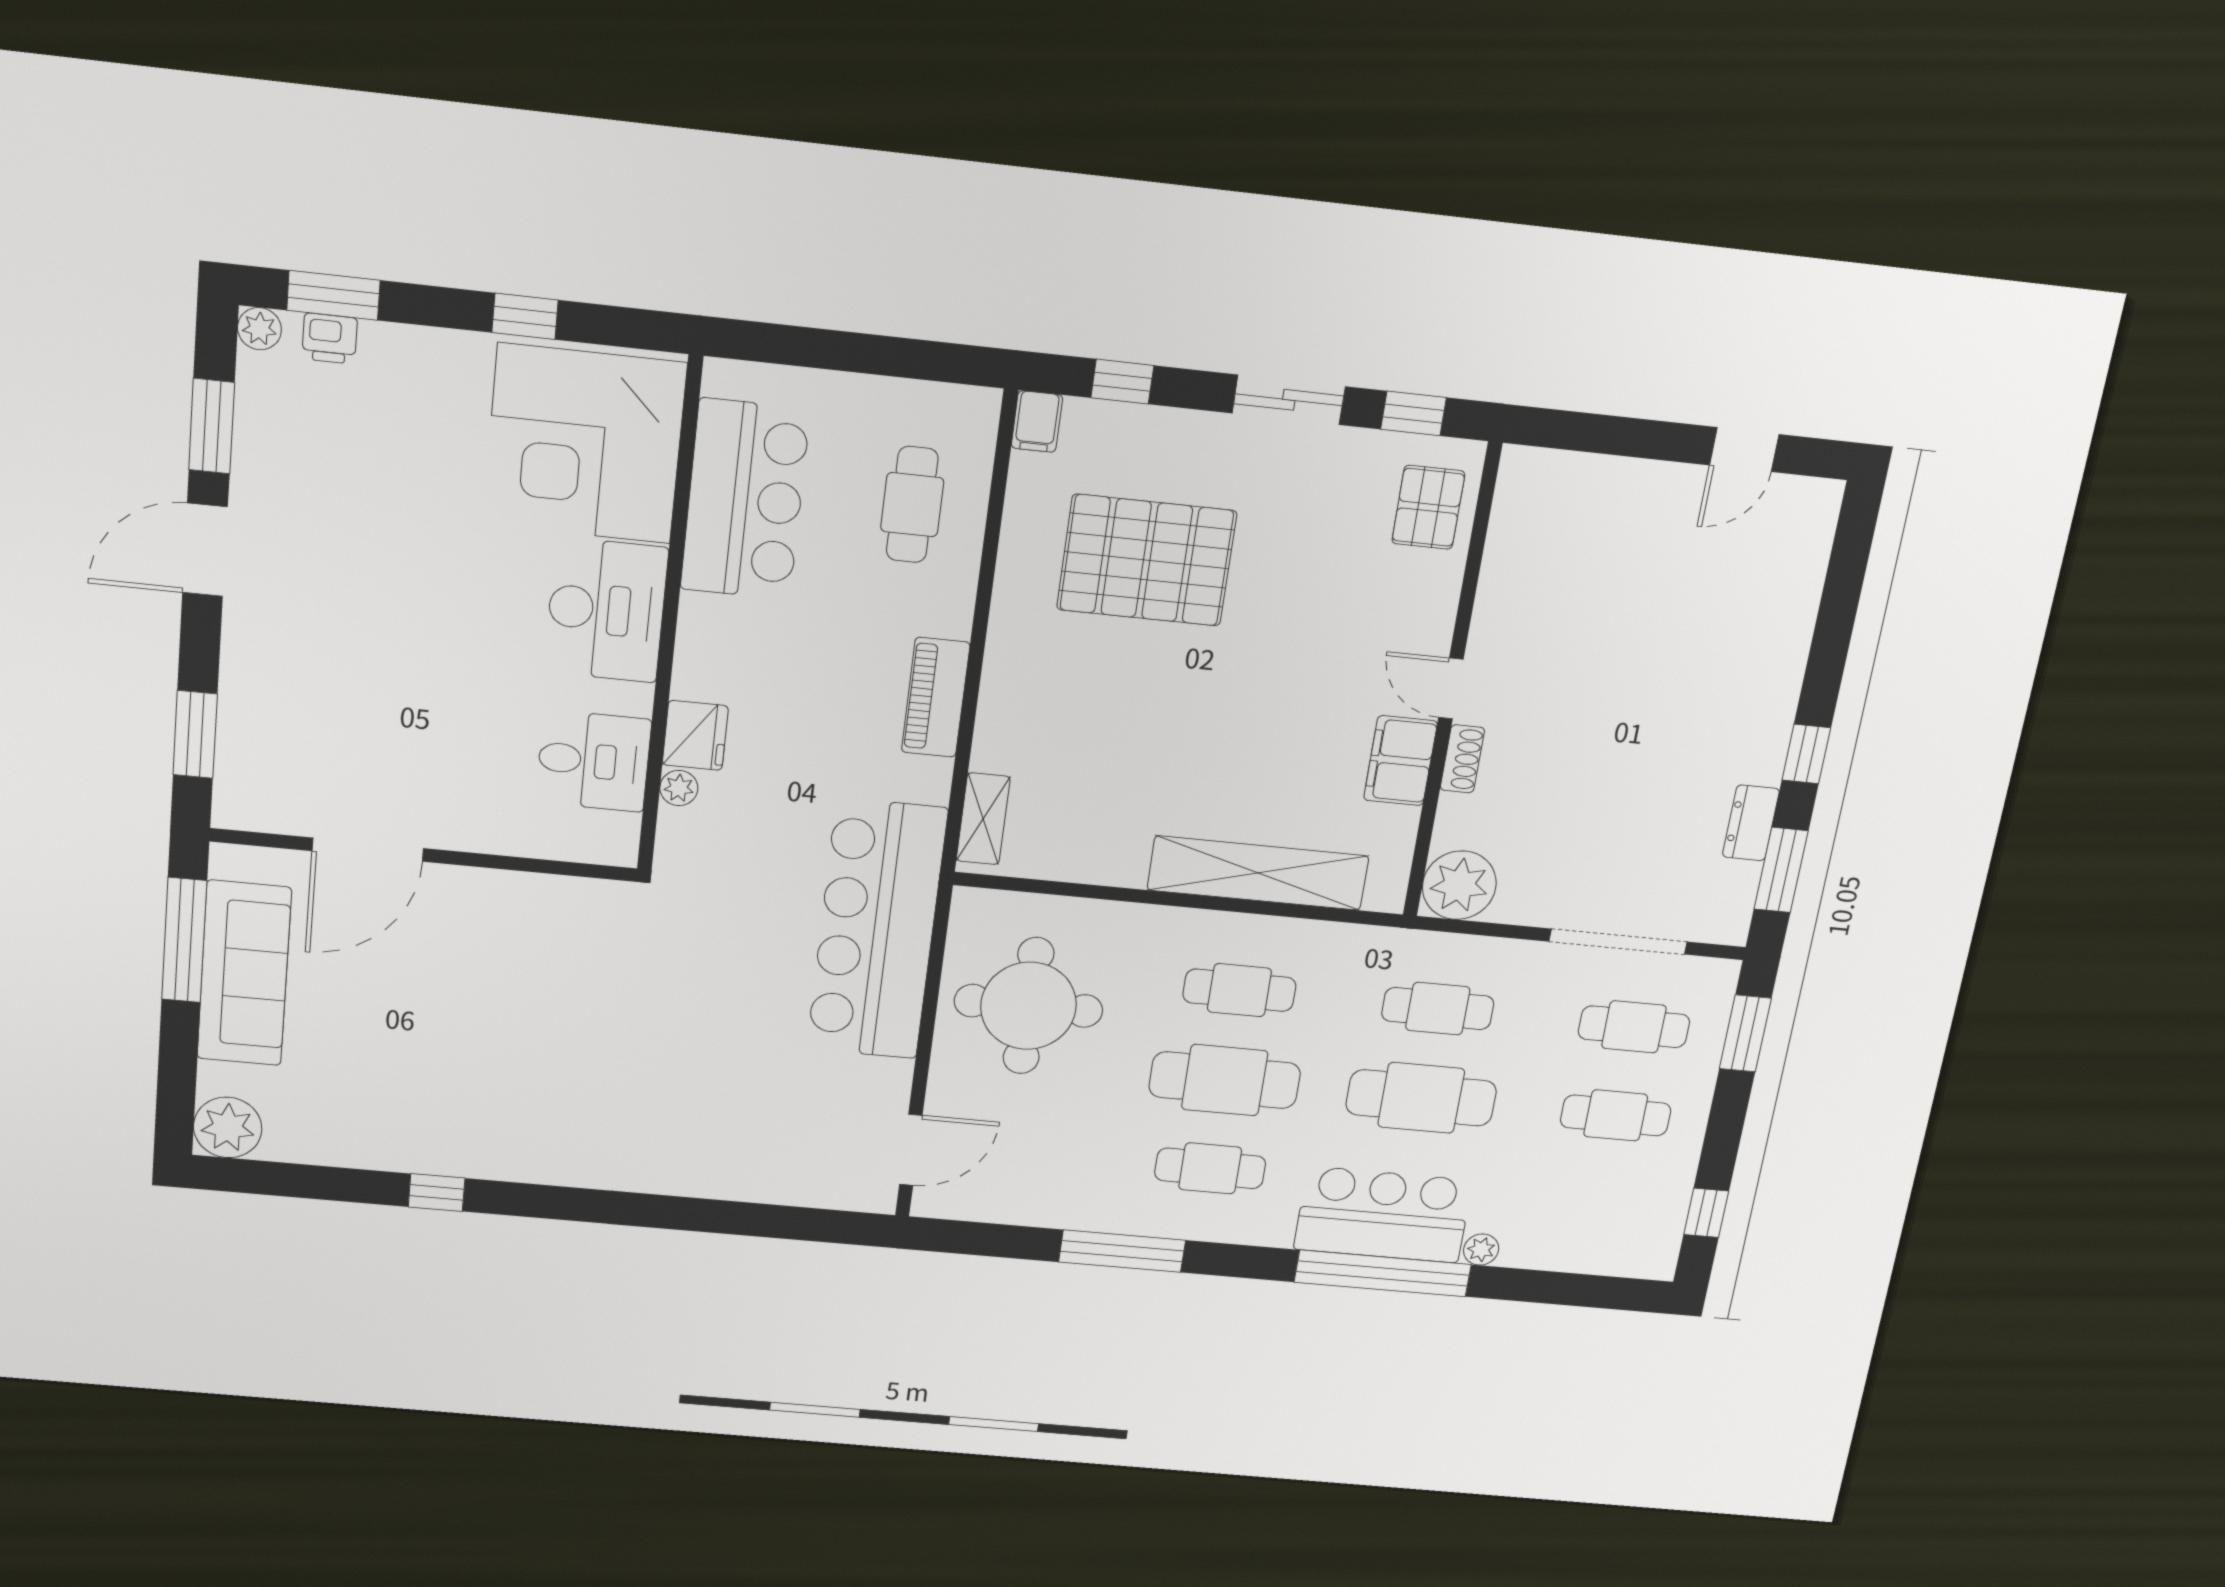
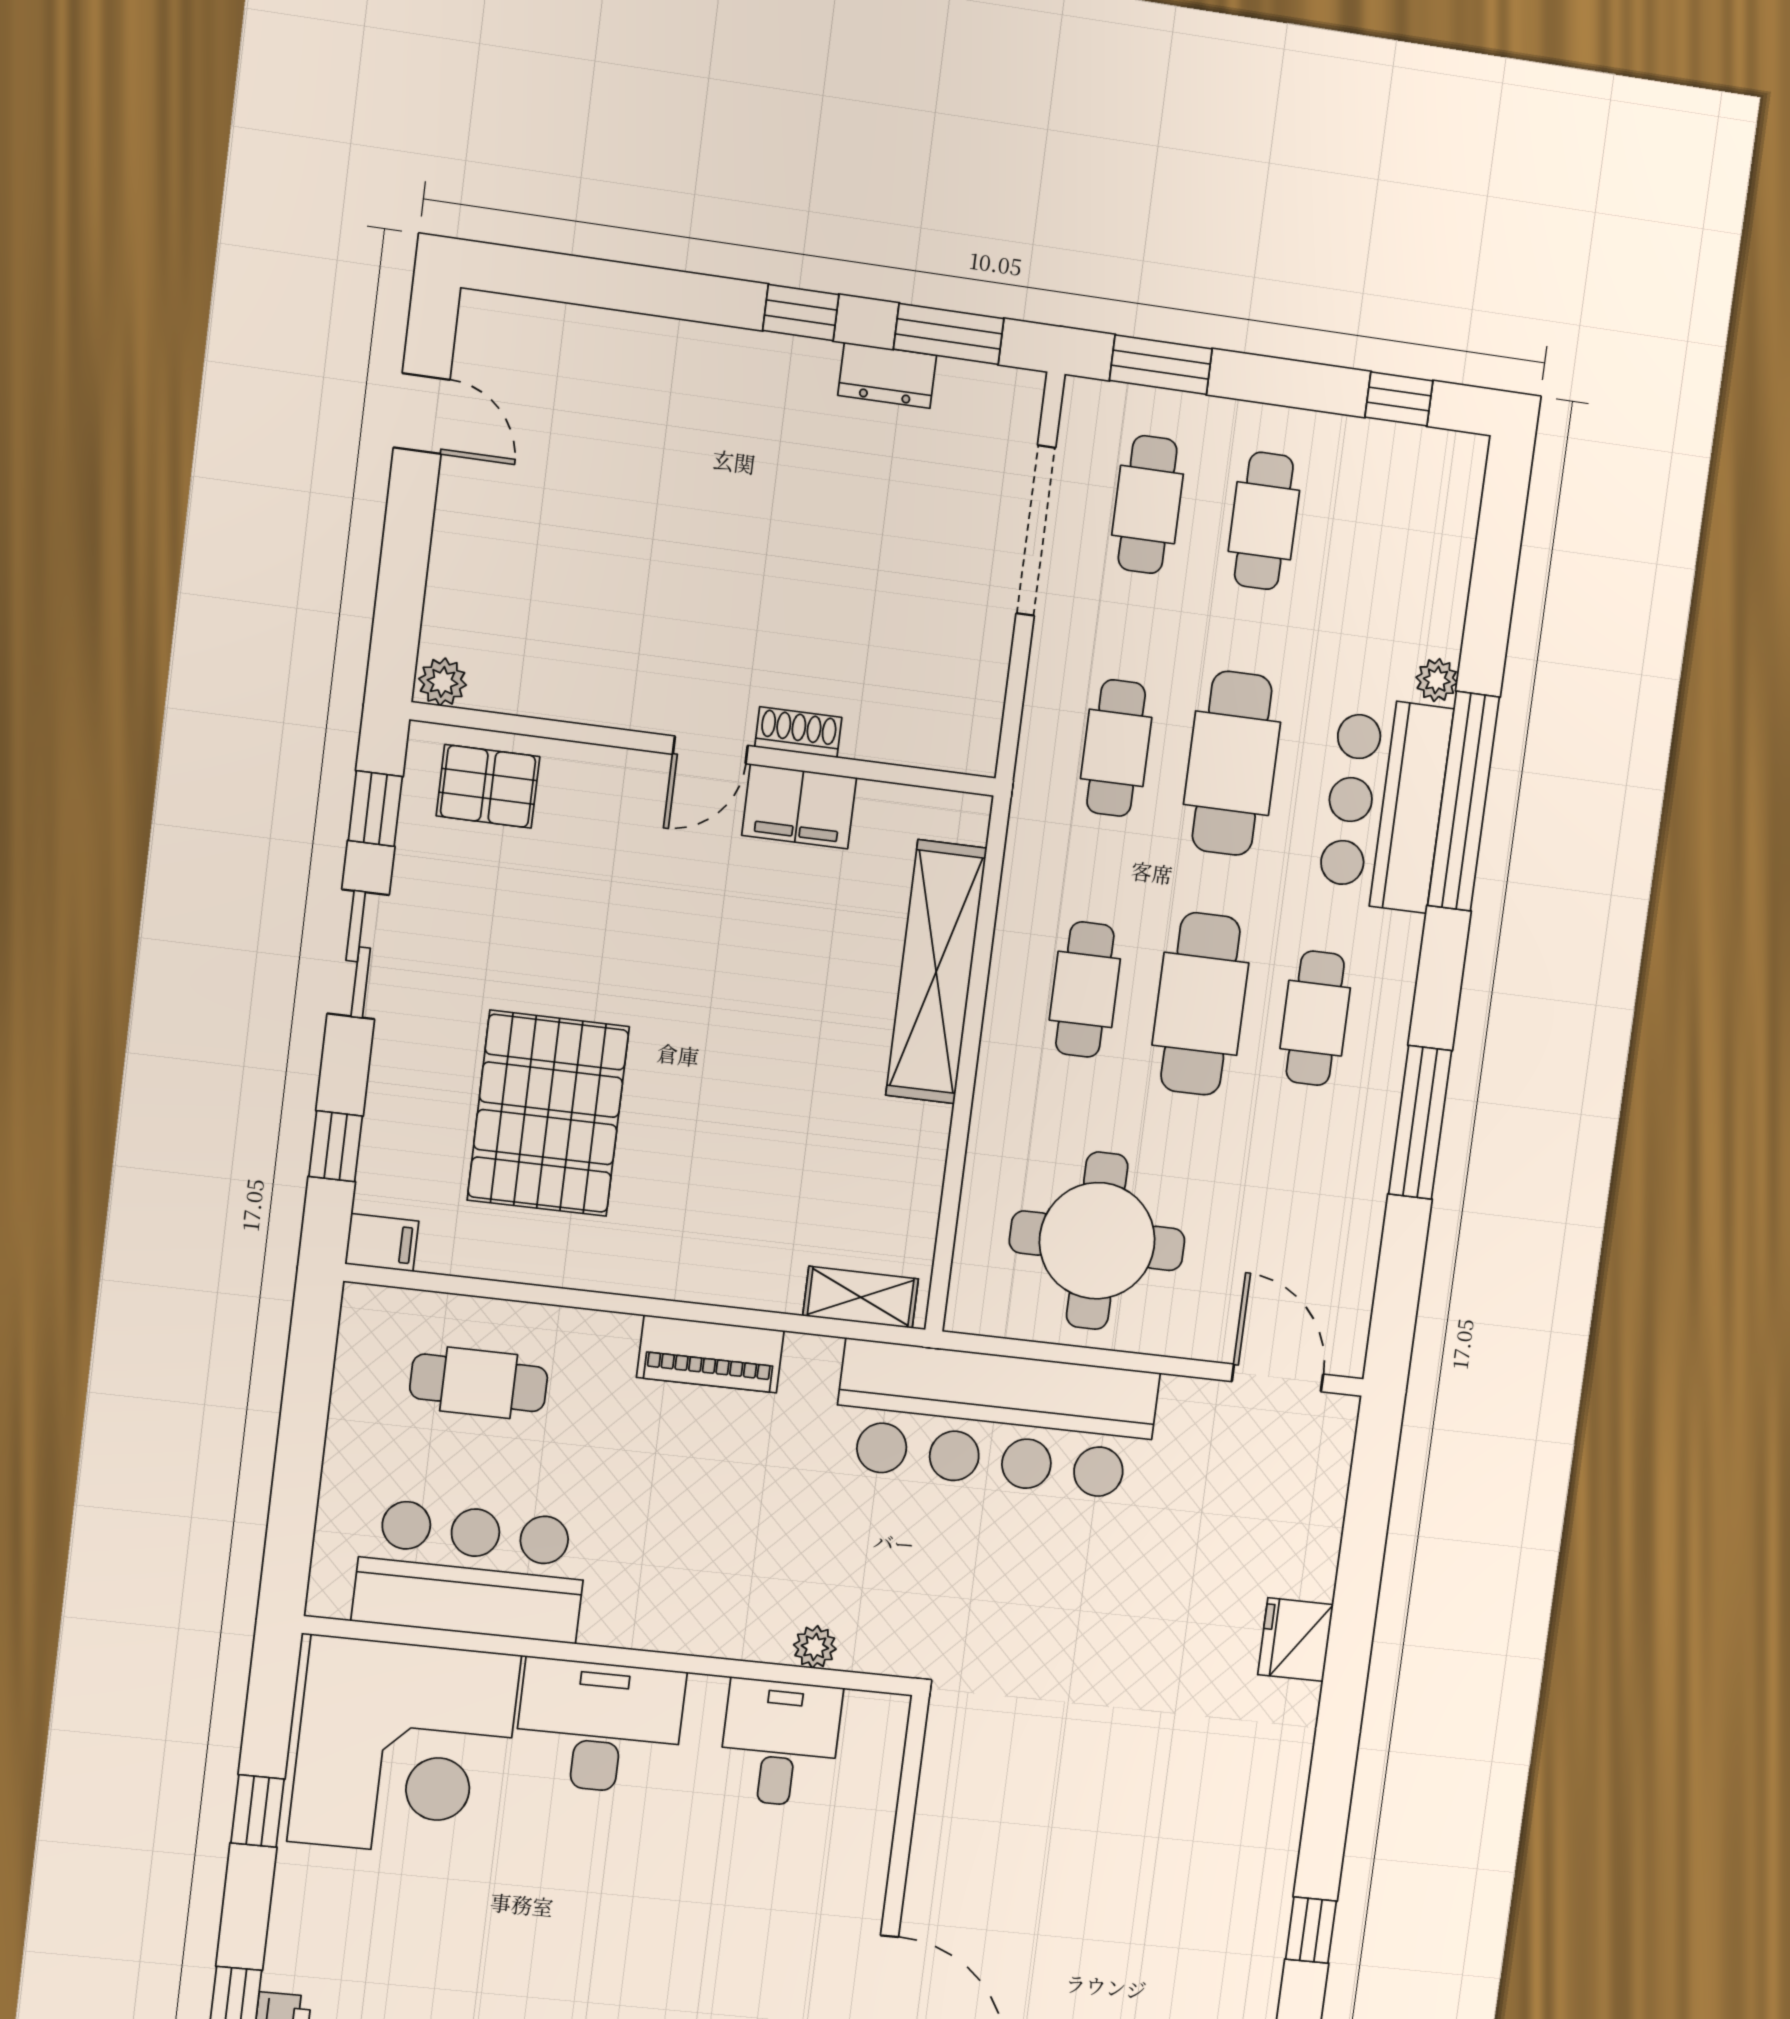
fridge: (695, 735) -> (1295, 1640), moved, turned -90
plant: (1459, 885) -> (443, 682), moved, width x0.53, depth x0.53

